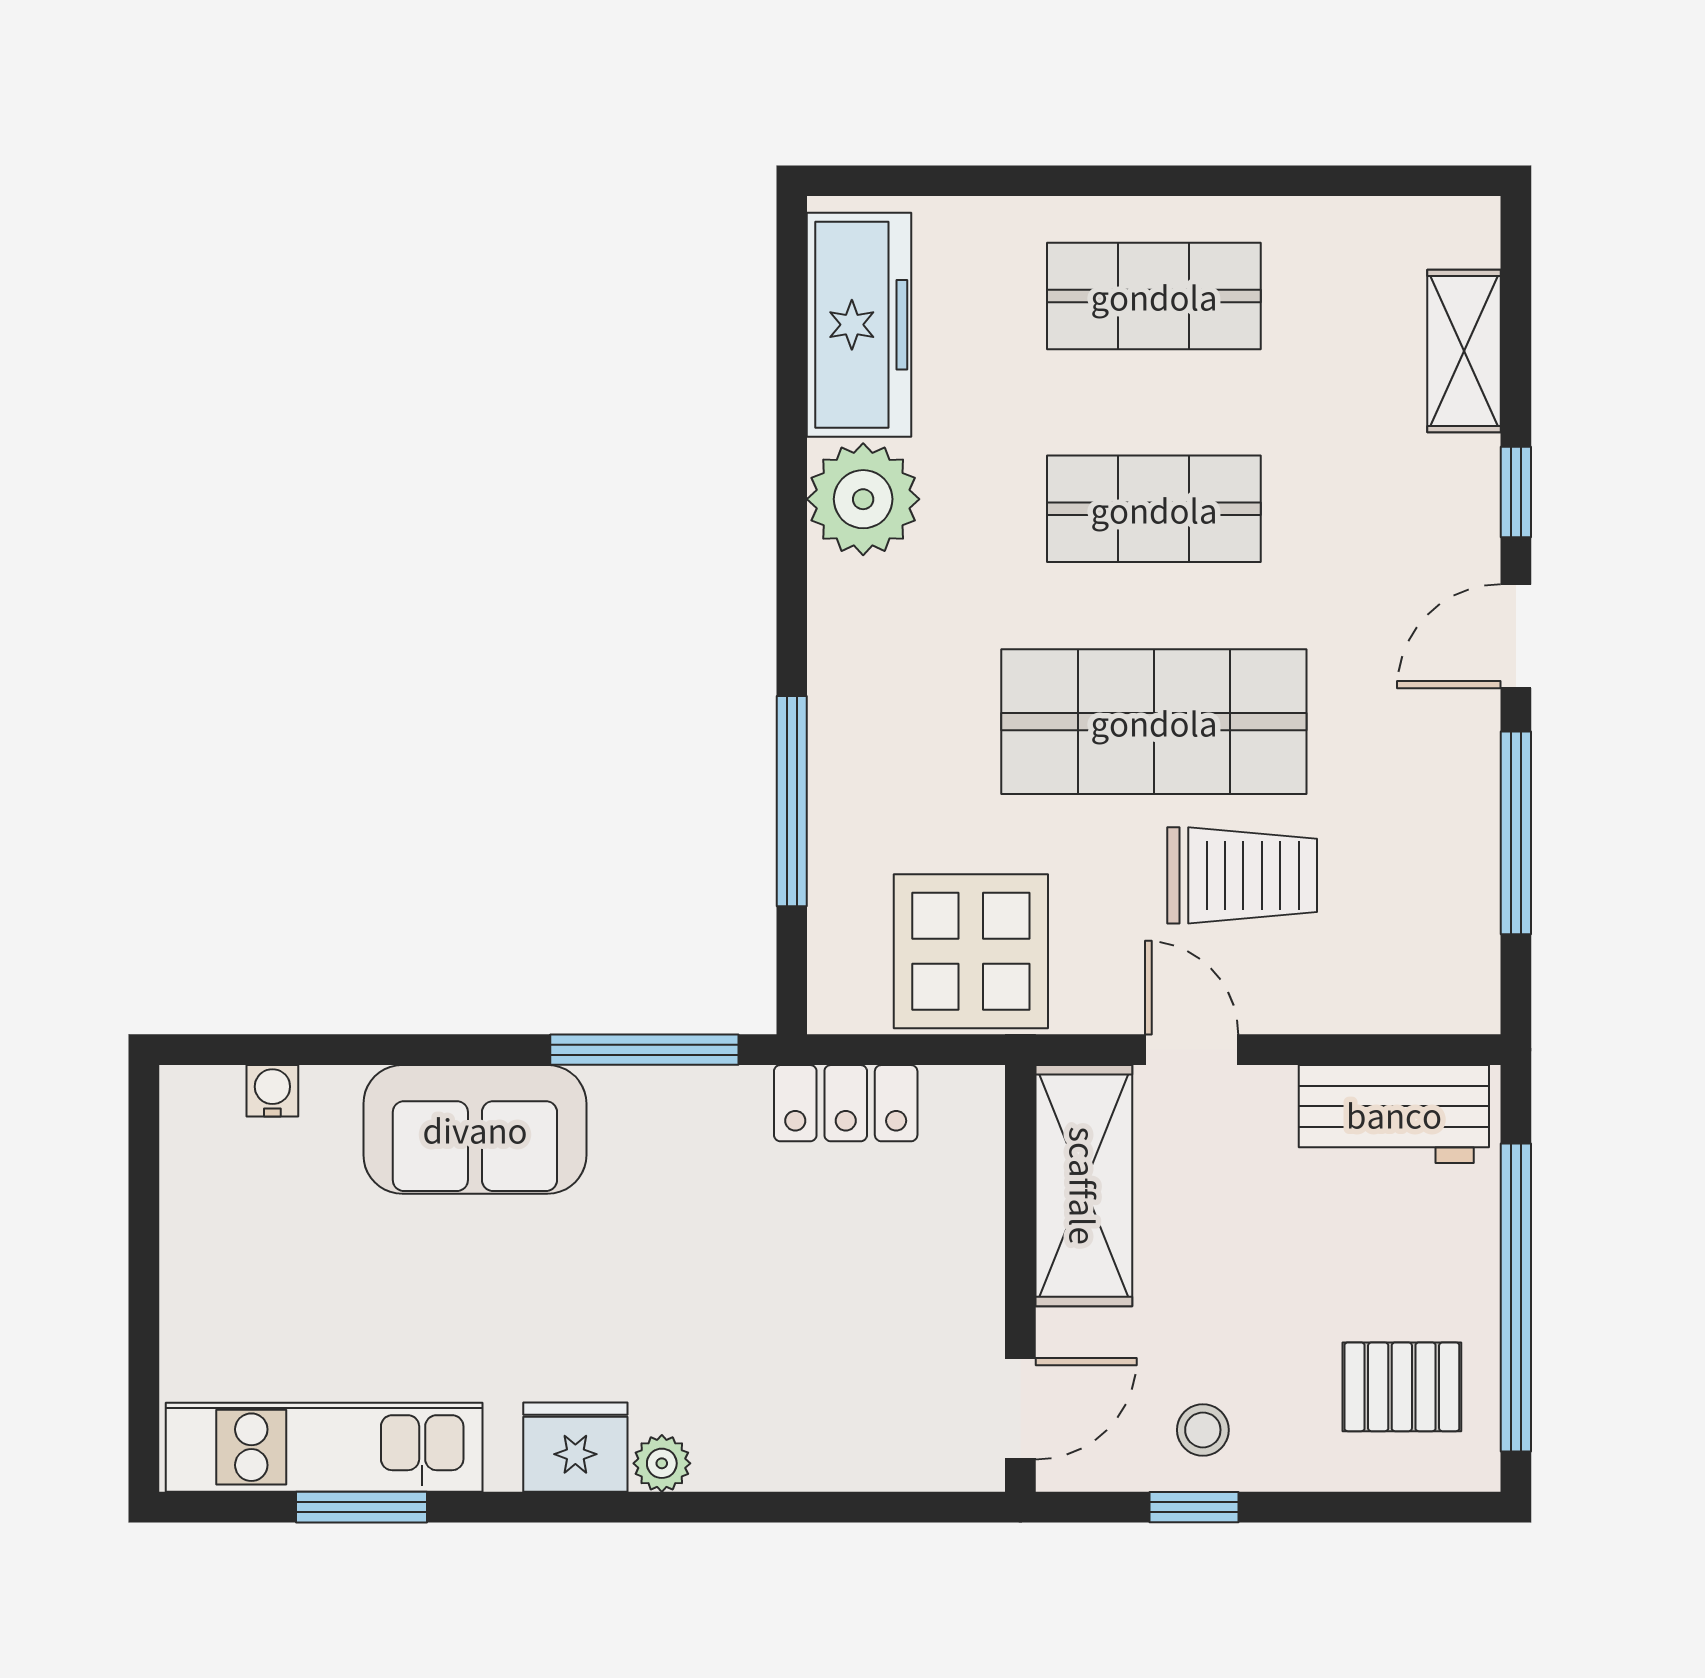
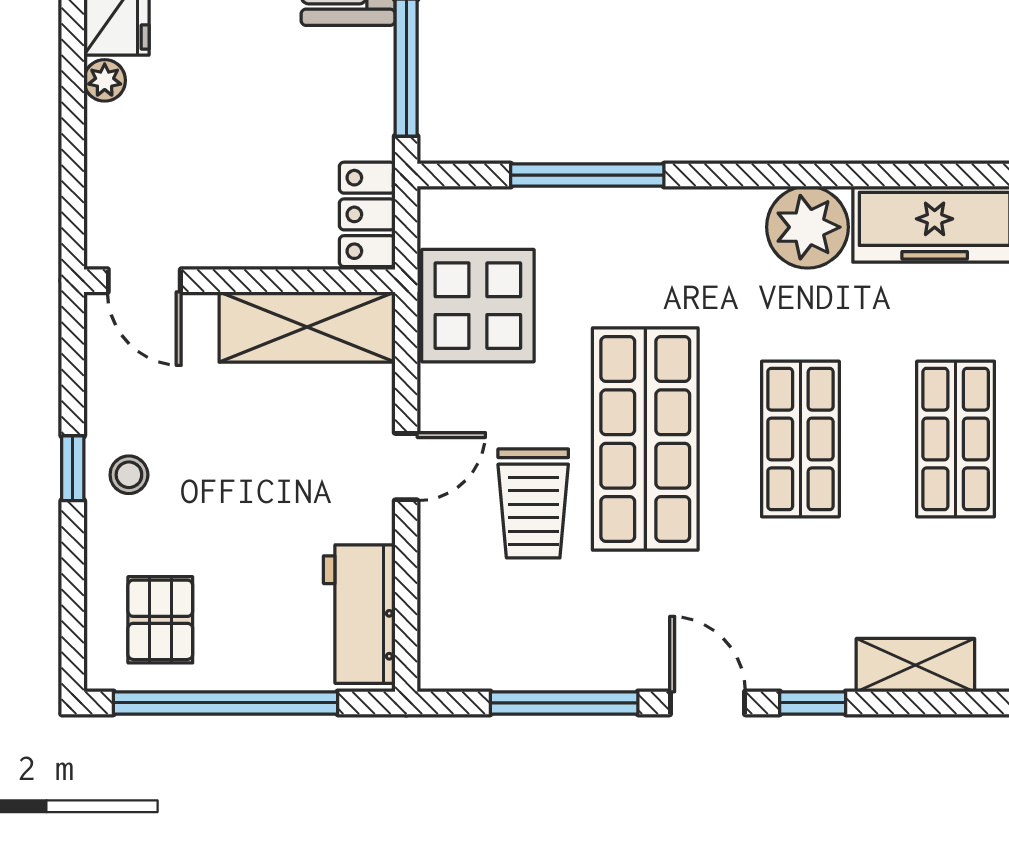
shelving: (1084, 1186) -> (307, 327), moved
wall: (1020, 1278) -> (239, 281), moved
door: (1020, 1409) -> (144, 281), moved

